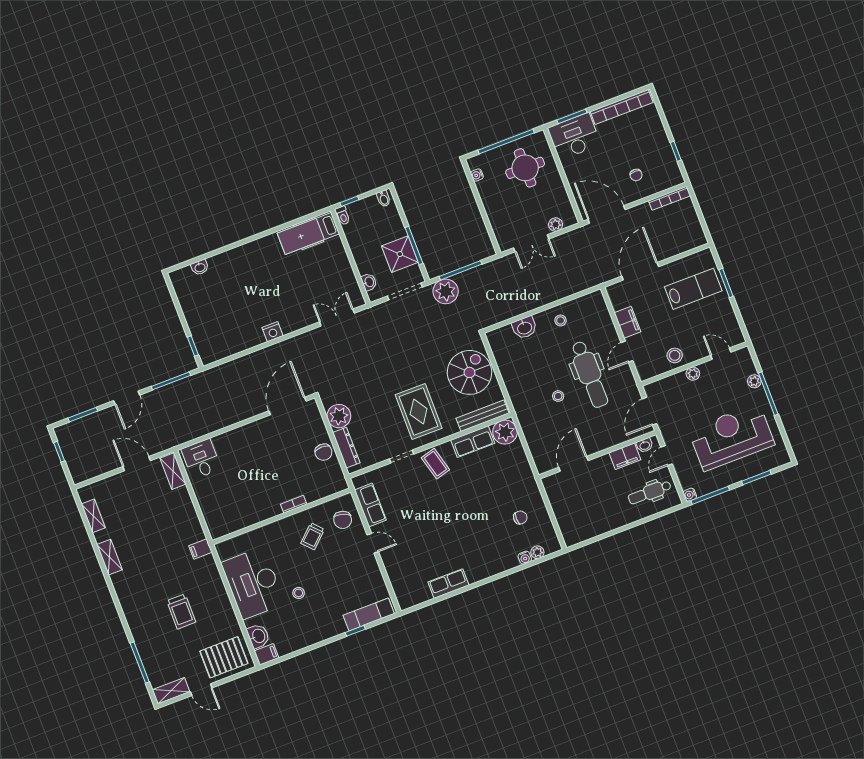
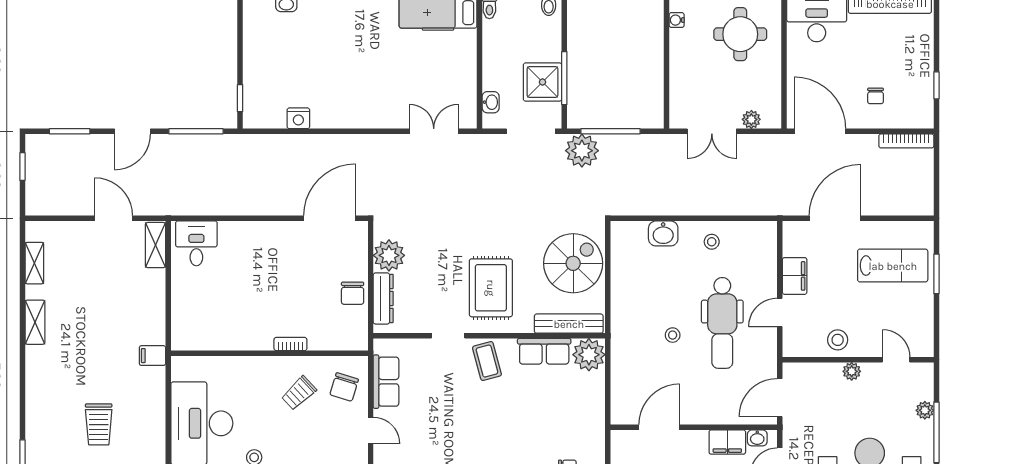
nightstand: (273, 332) -> (298, 118), moved

